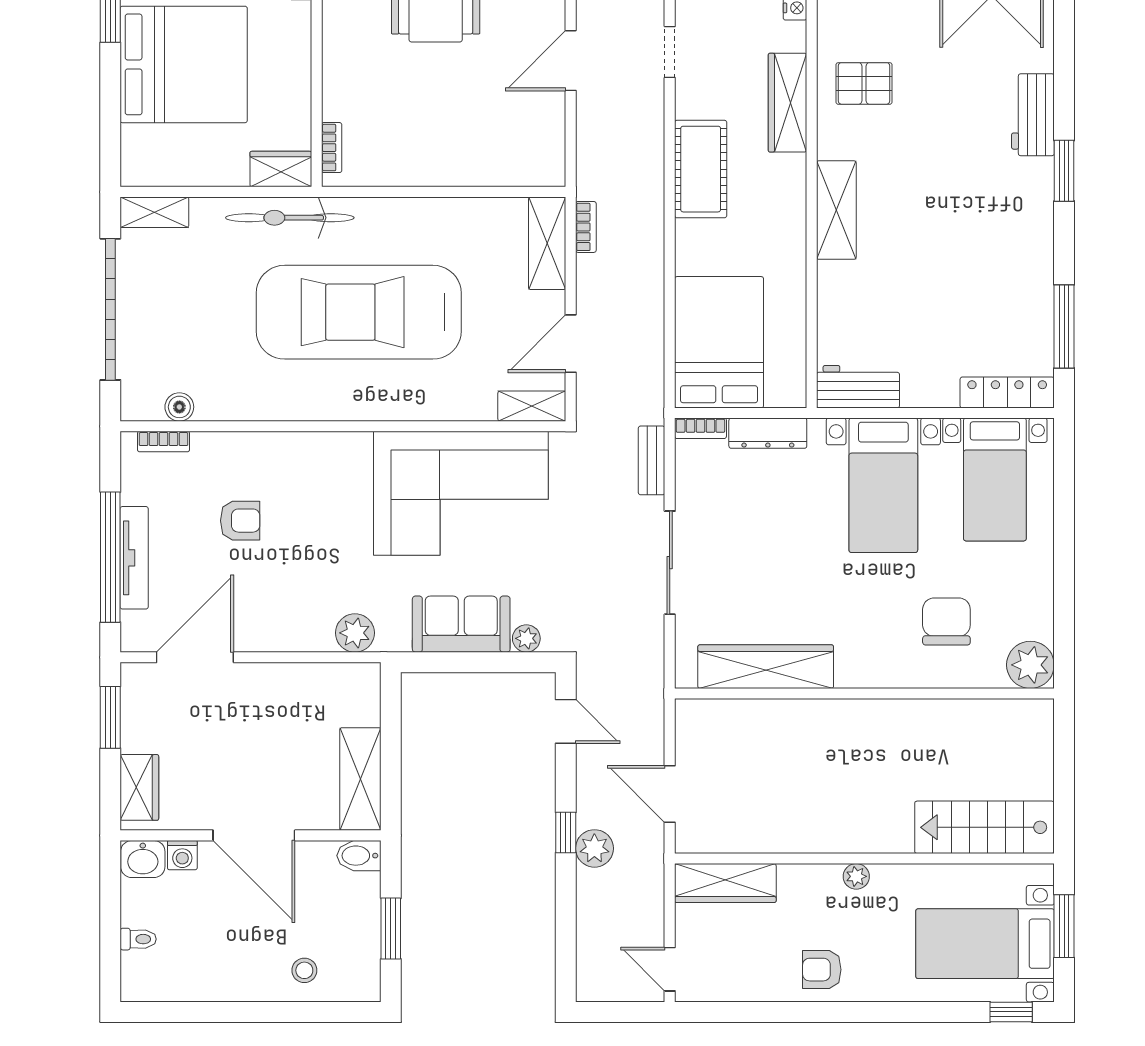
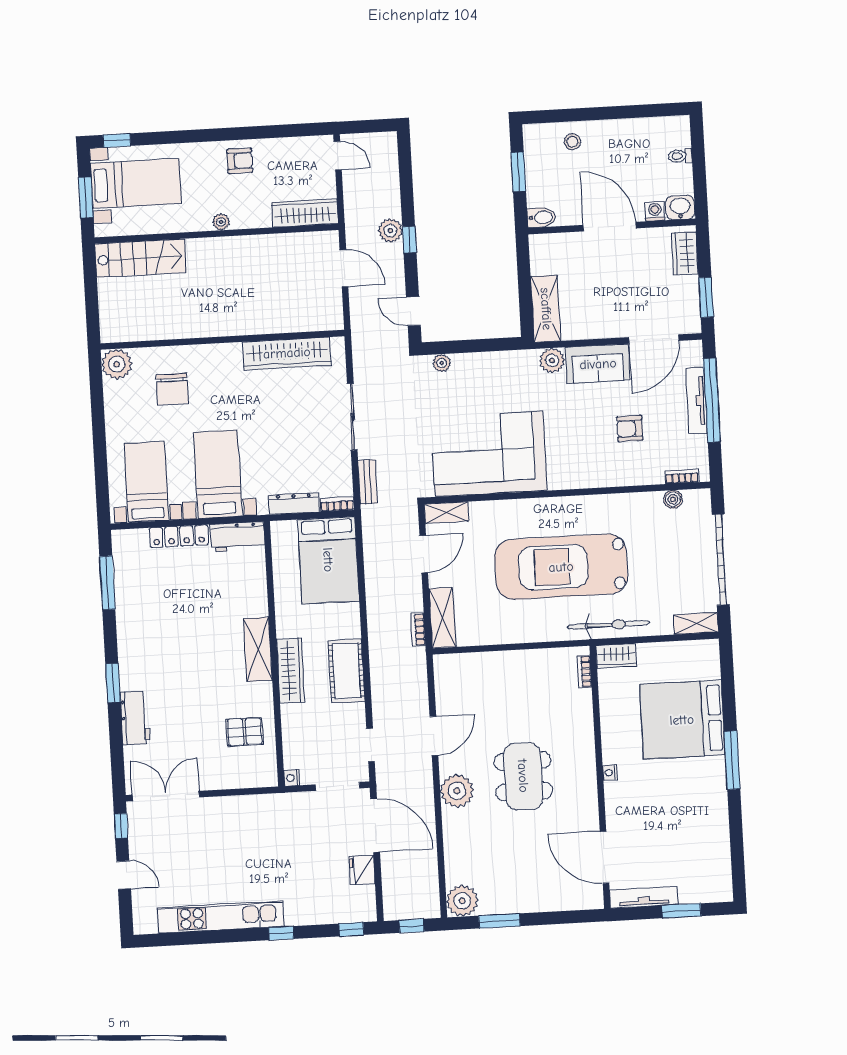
wardrobe: (787, 103) -> (291, 671), moved
car: (359, 312) -> (561, 567), turned 180
locker: (1007, 393) -> (179, 536), moved
sofa: (461, 624) -> (598, 364), moved
shelving: (360, 779) -> (546, 309), moved

